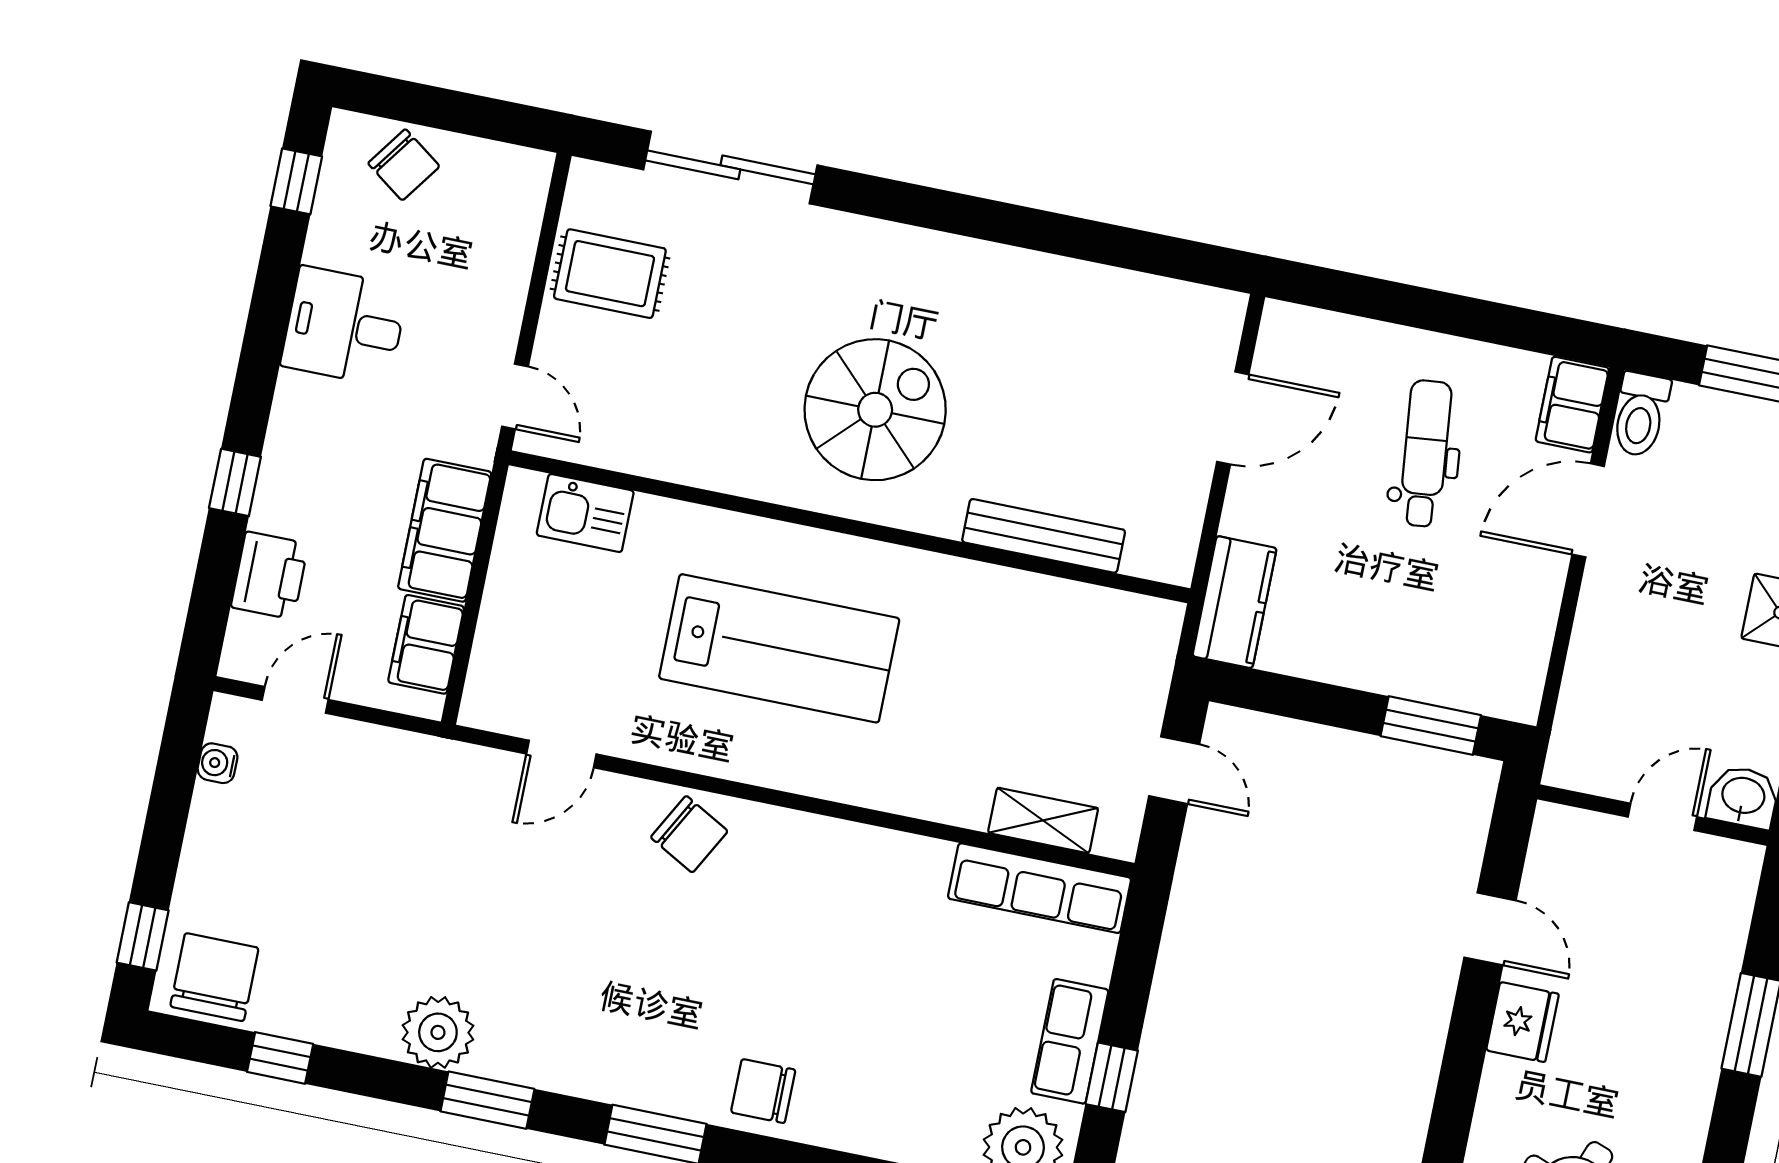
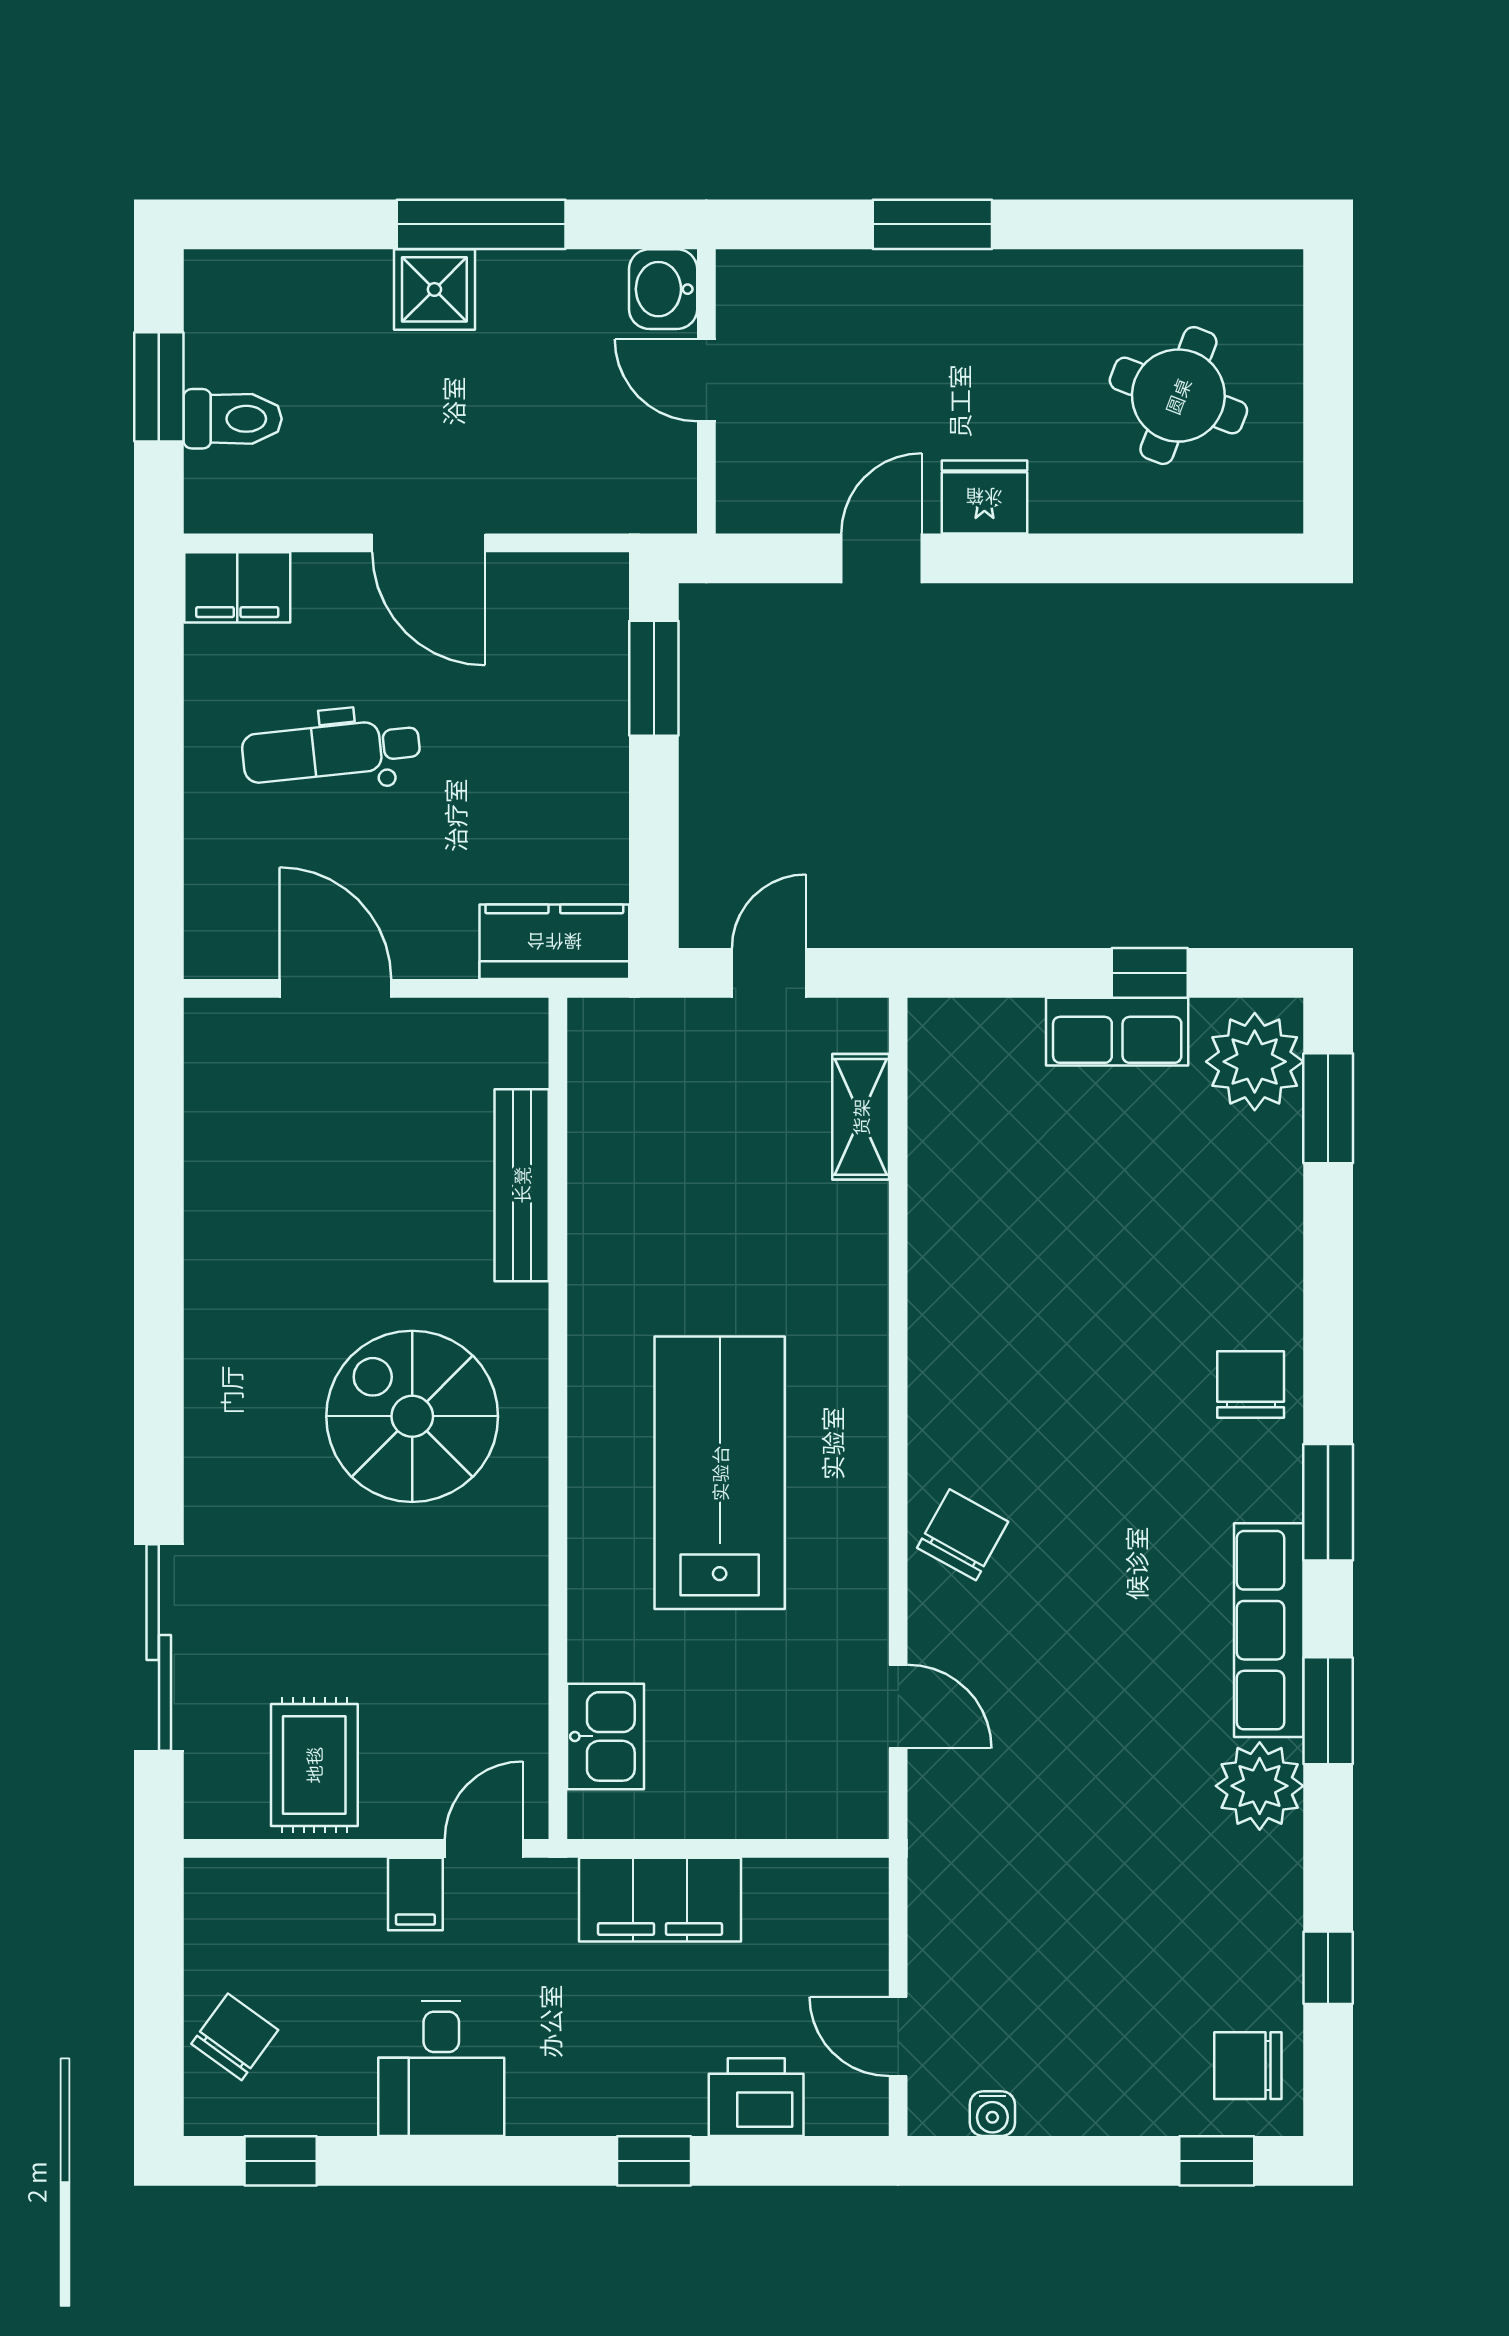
toilet: (1640, 415) -> (233, 419), moved
door: (1588, 510) -> (429, 543), moved
filing cabinet: (426, 644) -> (415, 1894), moved, width x0.50
row of seats: (1040, 888) -> (1269, 1630), moved, turned 180
chair: (214, 977) -> (1248, 2066), width x0.73, depth x0.73
chair: (763, 1091) -> (1251, 1385), turned 180

